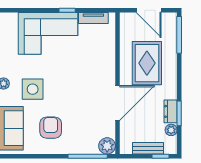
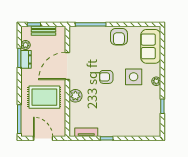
corner sofa: (48, 33) -> (122, 120), removed
rug: (147, 63) -> (44, 97), turned 90
armchair: (68, 89) -> (106, 77), added
armchair: (51, 128) -> (119, 37), moved
plant: (107, 146) -> (75, 96), moved

